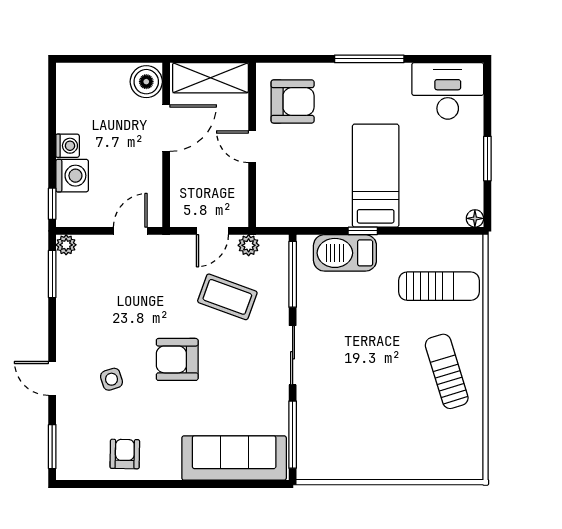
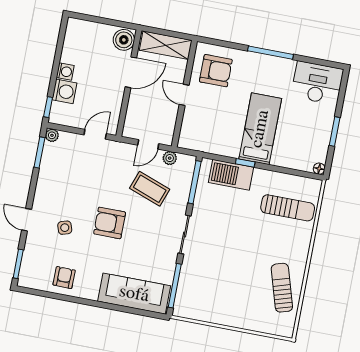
sun lounger: (447, 371) -> (282, 288), moved

